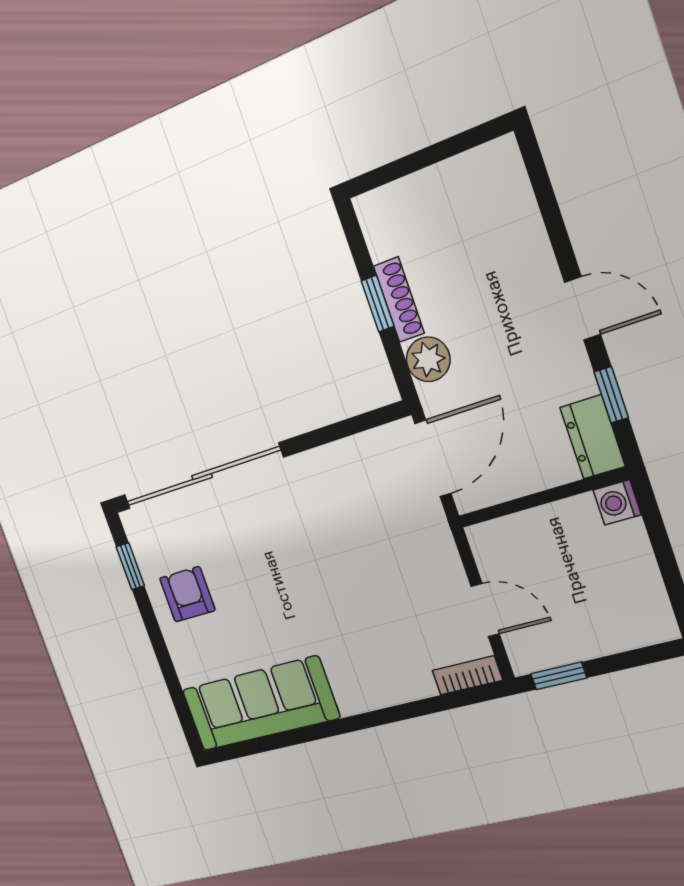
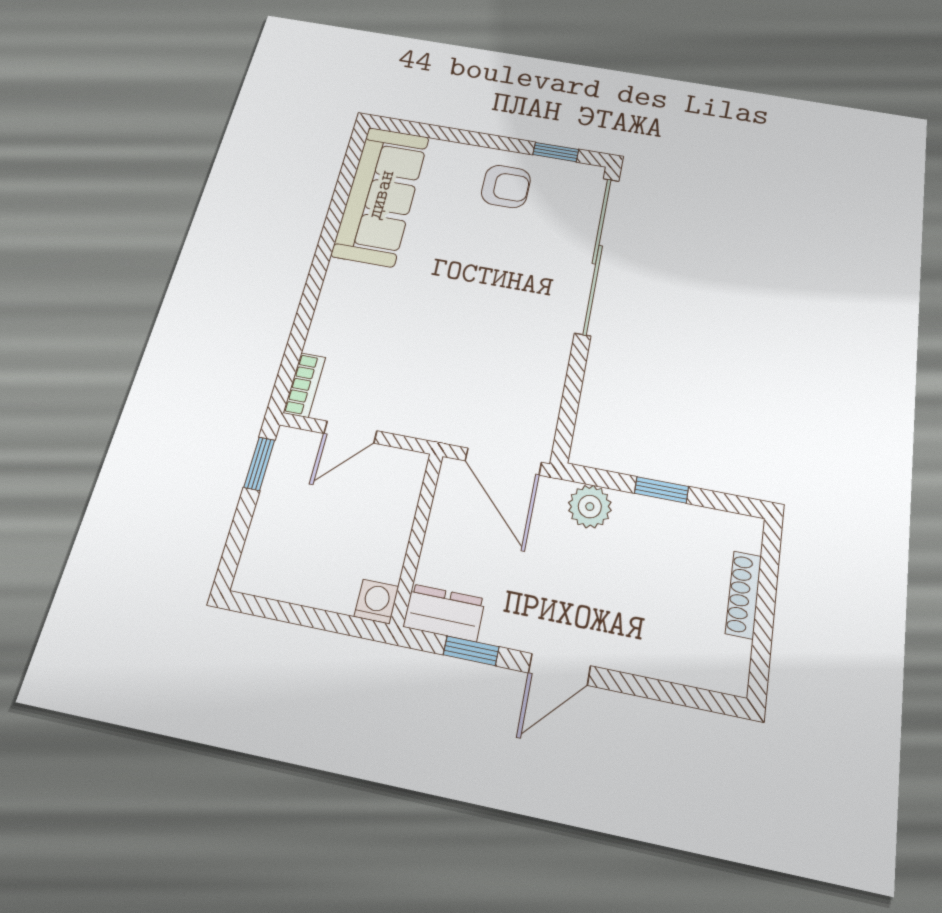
shoe rack: (399, 300) -> (743, 595), moved, turned 90

